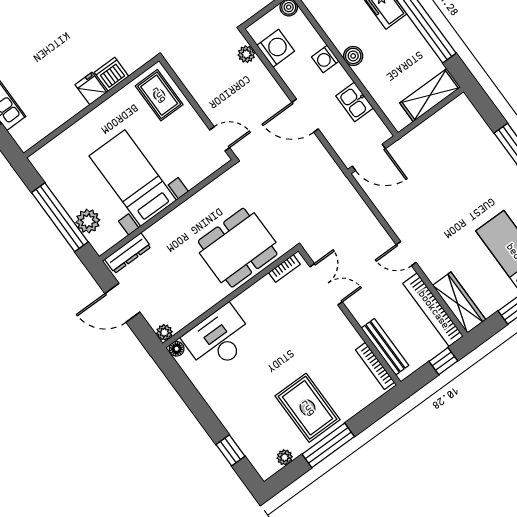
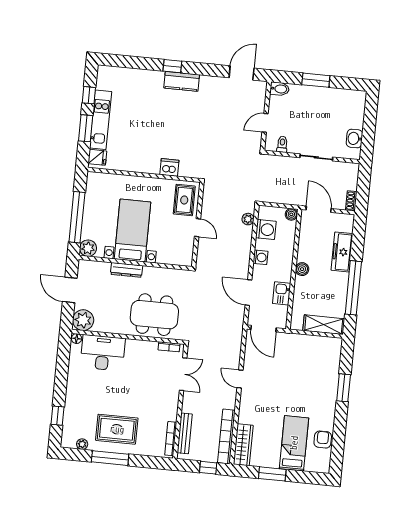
washing machine: (325, 59) -> (260, 257), moved, turned 180
fridge: (91, 89) -> (97, 157), moved, turned 90
door: (305, 116) -> (248, 293), moved
door: (220, 139) -> (197, 228), moved
plant: (88, 221) -> (88, 248), moved
dresser: (128, 253) -> (127, 270), moved
door: (406, 254) -> (240, 379), moved
plant: (164, 332) -> (83, 320), width x1.88, depth x1.88
rug: (308, 408) -> (117, 429), turned 90

